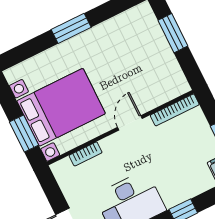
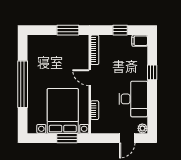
window: (71, 28) -> (23, 84), width x2.11
window: (173, 33) -> (68, 30), moved

